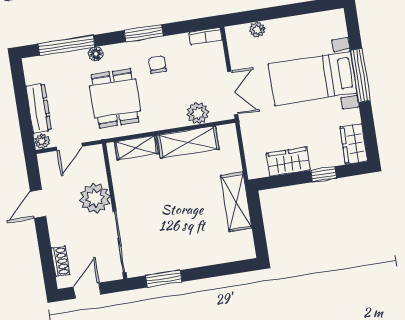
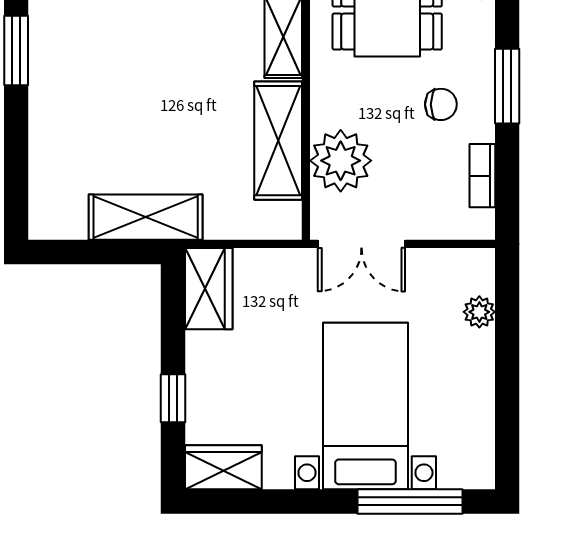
bookcase: (206, 36) -> (482, 176), moved
window: (360, 75) -> (410, 501), moved
plant: (198, 113) -> (341, 161), width x1.36, depth x1.36
wardrobe: (288, 162) -> (209, 289), moved

